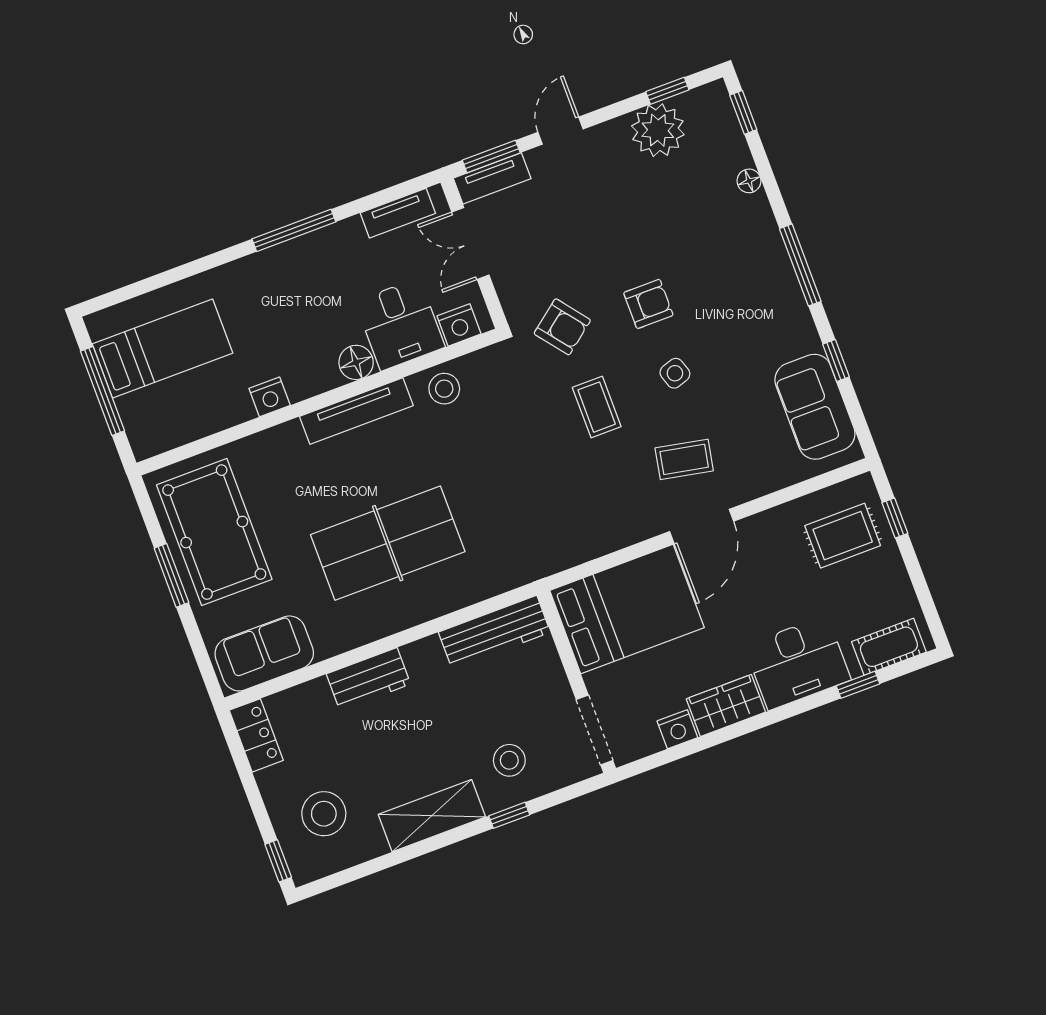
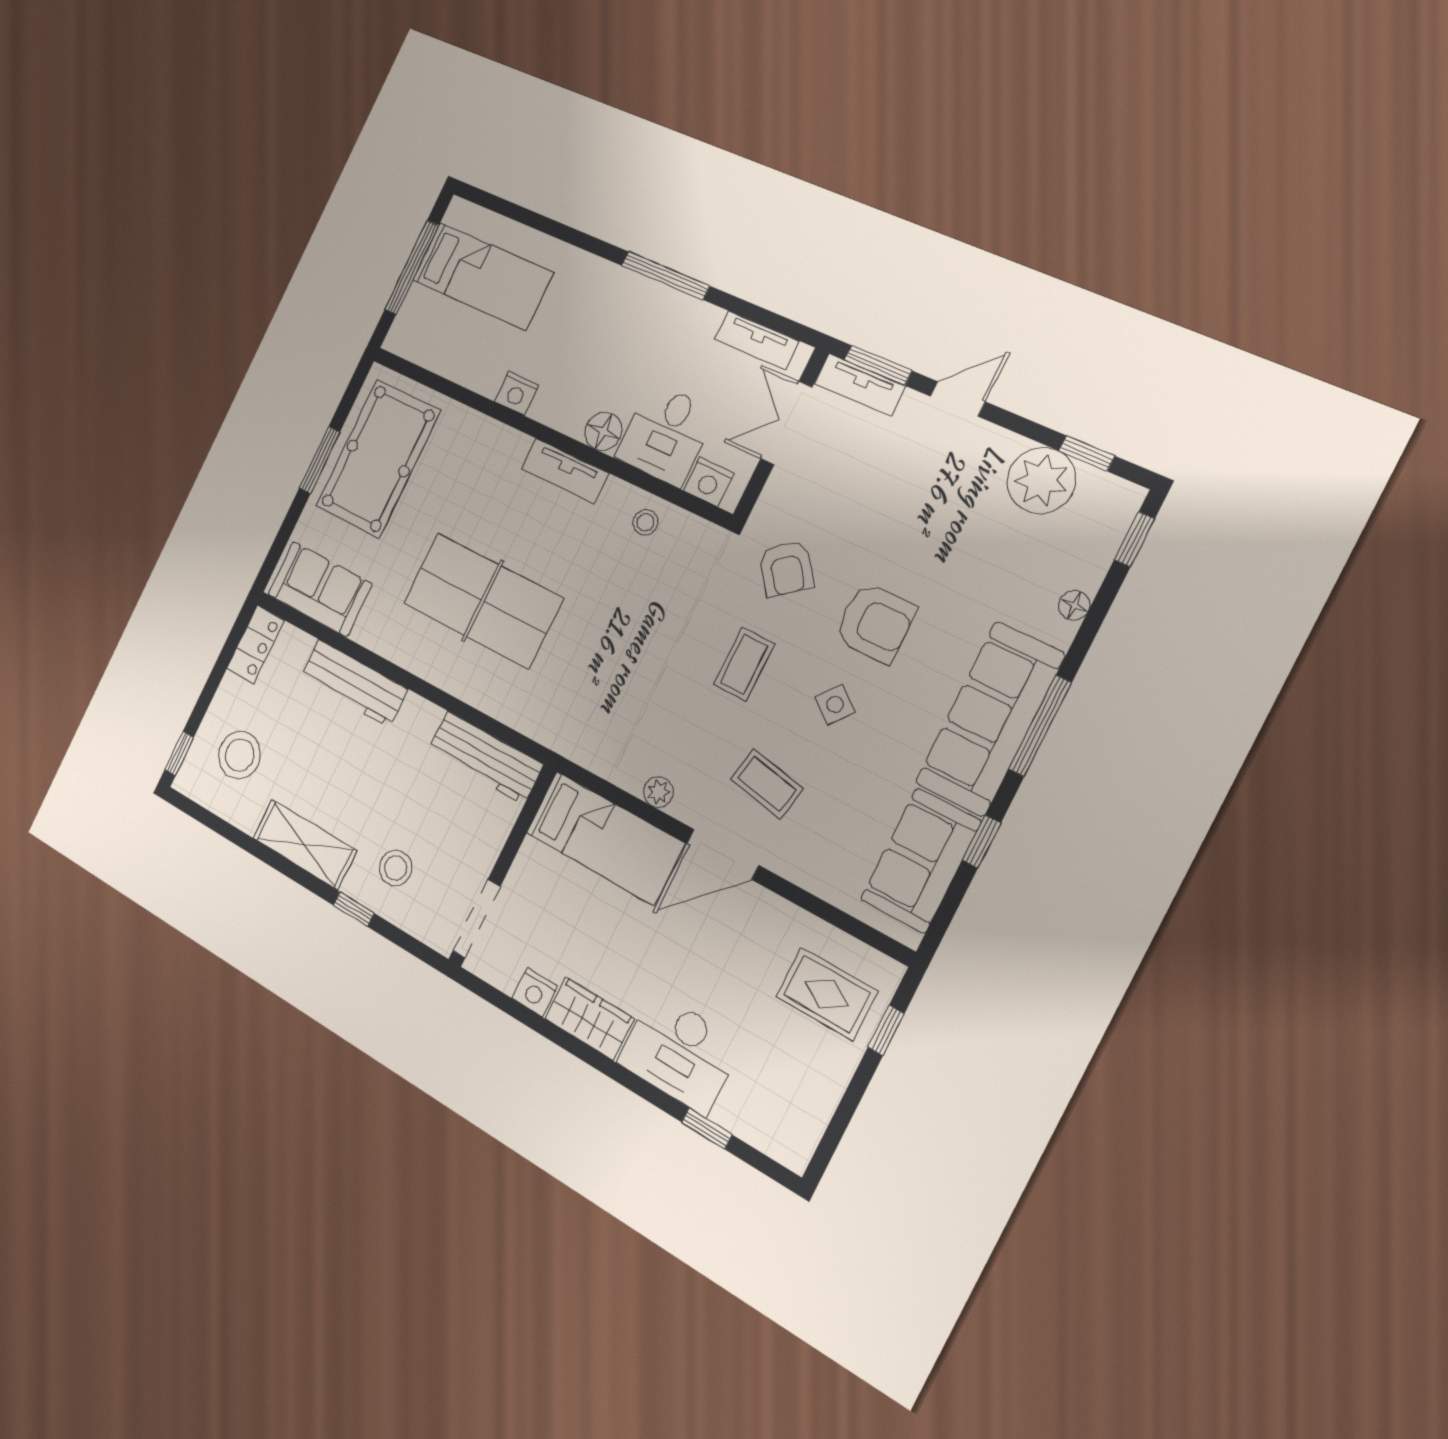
sofa: (769, 290) -> (990, 719), added
armchair: (648, 304) -> (875, 623), width x1.38, depth x1.38
side table: (675, 373) -> (835, 704), turned -33
stool: (444, 389) -> (645, 522), width x0.73, depth x0.73
tv unit: (356, 411) -> (565, 471), width x0.71
plant: (625, 534) -> (658, 792), added
bed: (627, 609) -> (605, 838), width x0.67
cot: (889, 647) -> (765, 1129), removed
workbench: (368, 679) -> (354, 683), width x1.38

